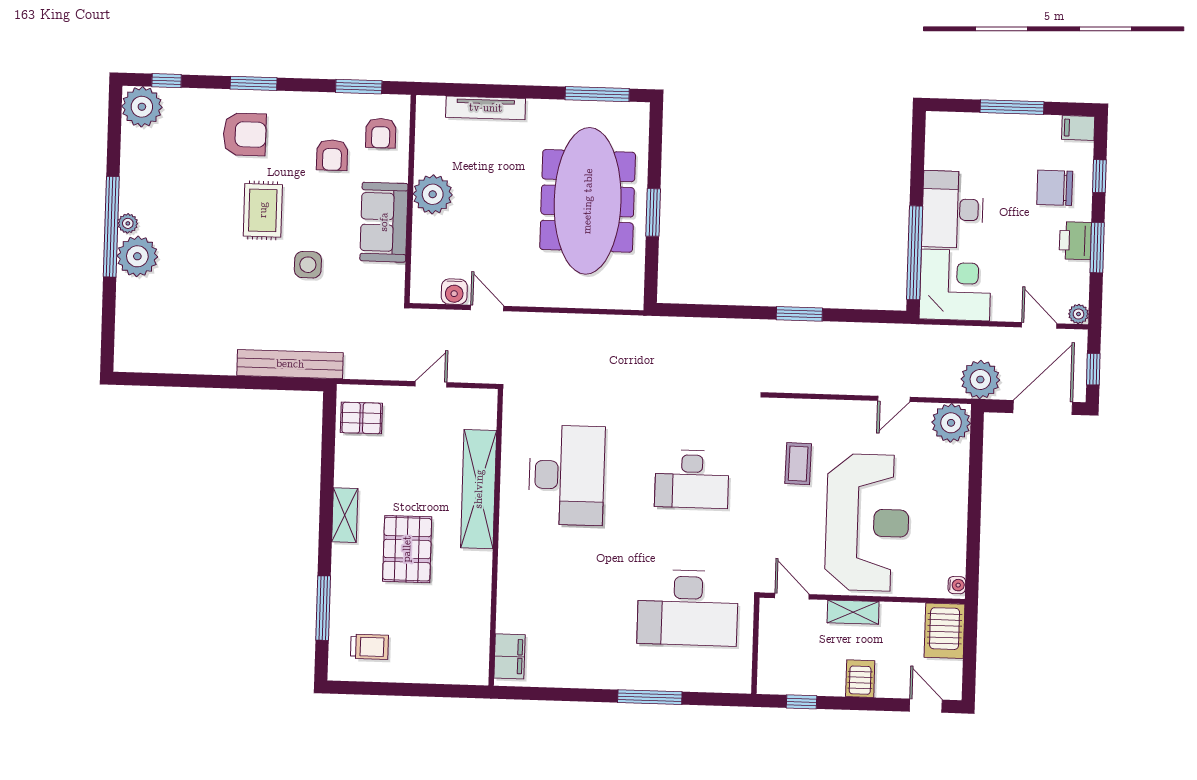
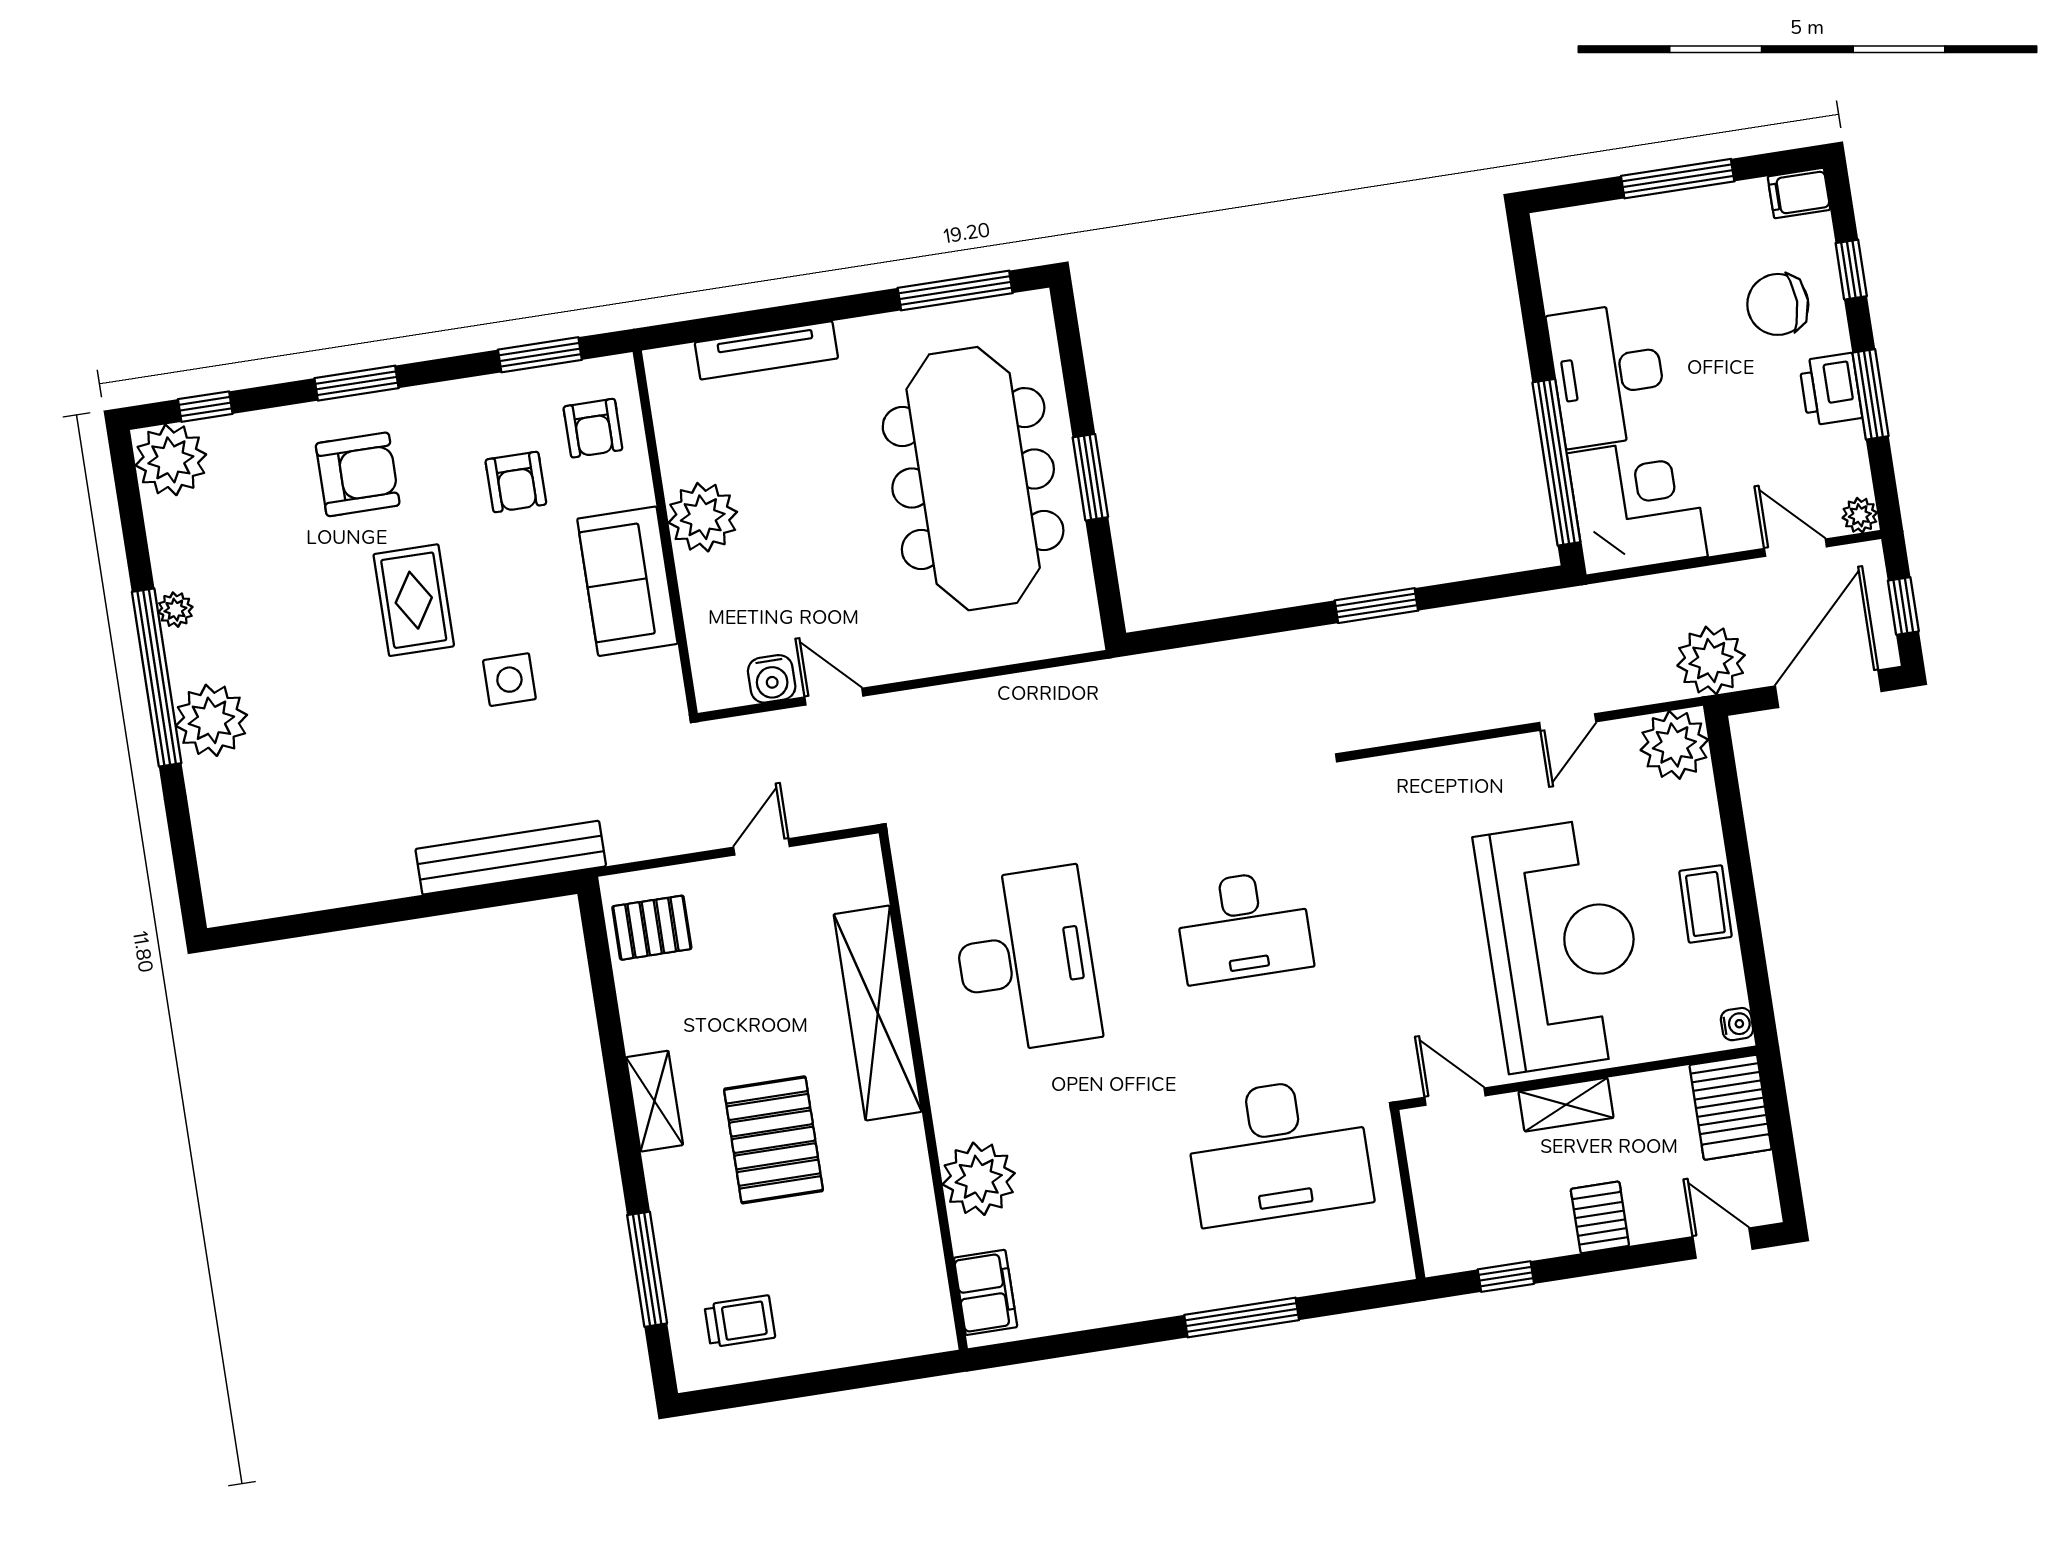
plant: (128, 223) -> (175, 610), moved
coffee table: (798, 464) -> (1705, 904), moved
plant: (518, 592) -> (979, 1179), added

